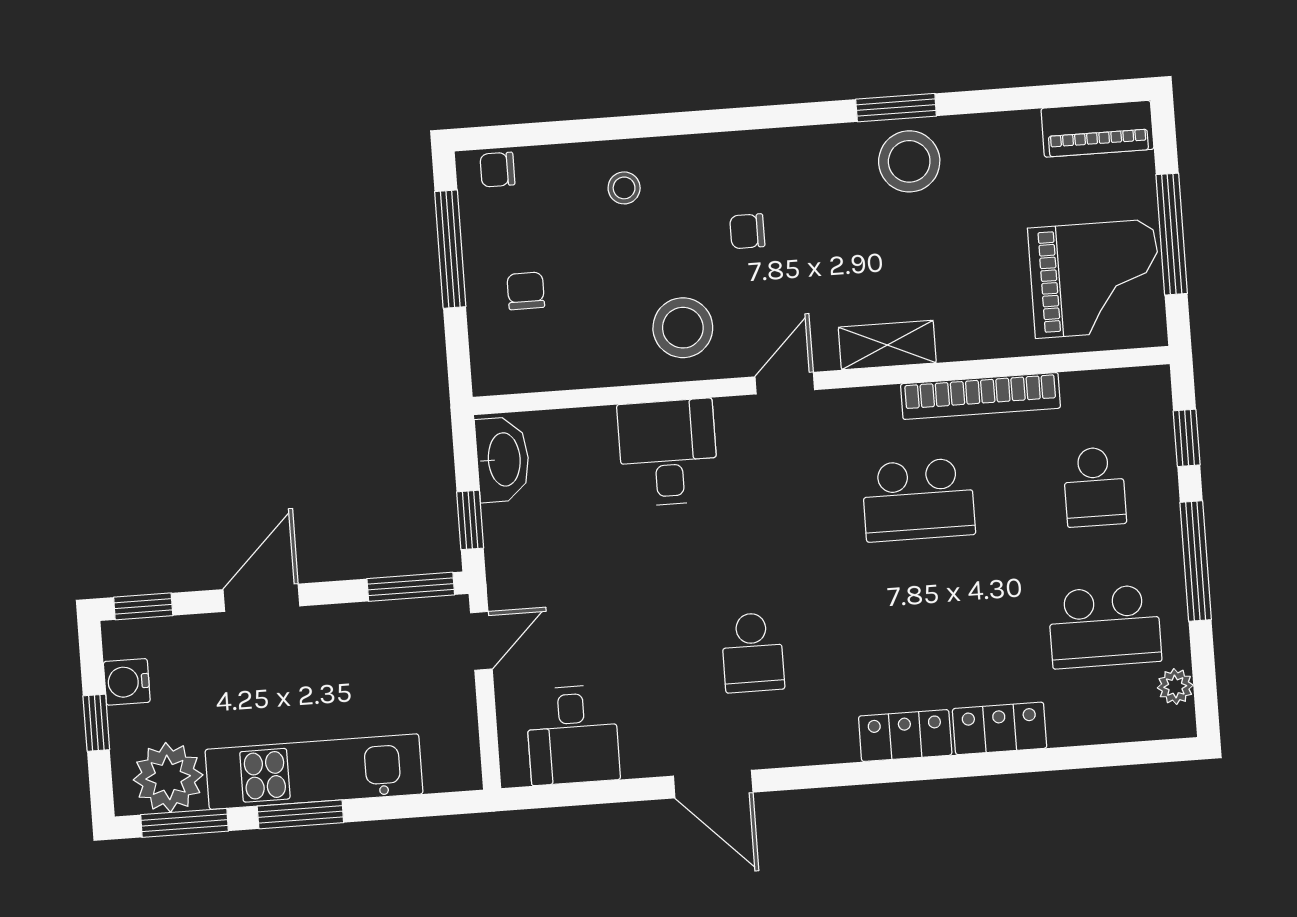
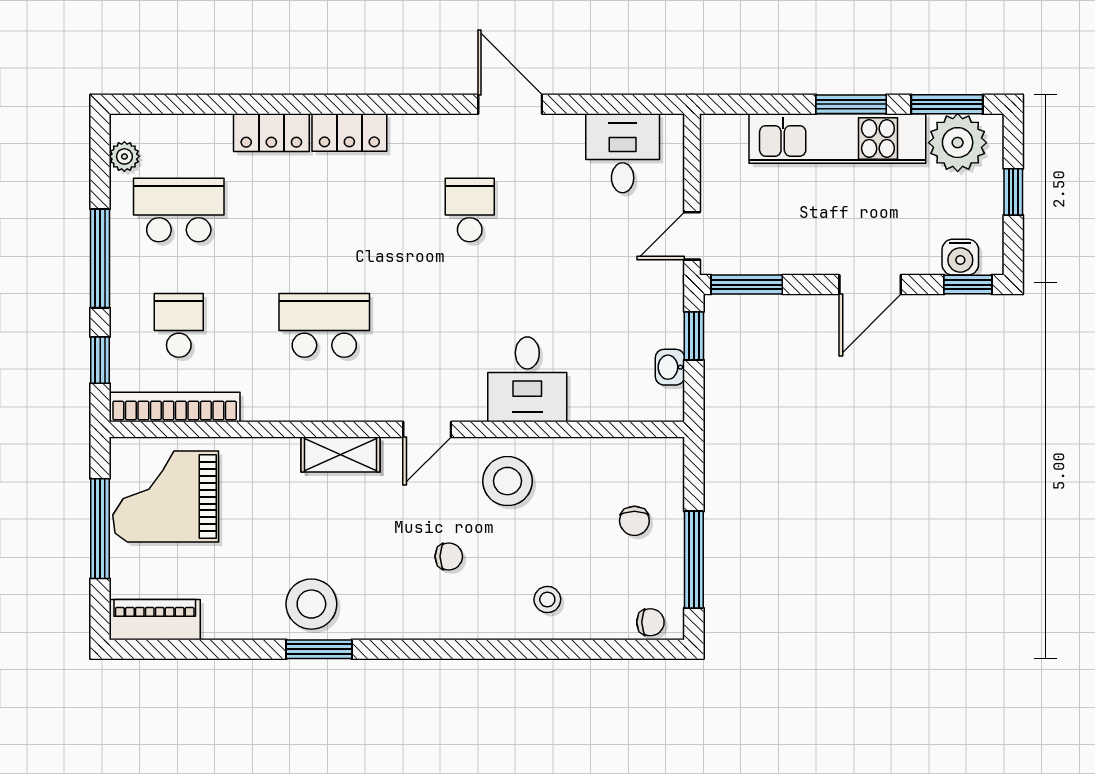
bookcase: (980, 396) -> (175, 407), moved
washbasin: (503, 460) -> (670, 367), width x0.52, depth x0.69
water cooler: (127, 682) -> (960, 257), moved, turned 90

